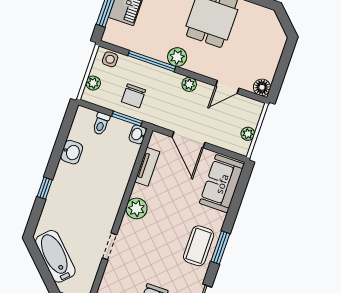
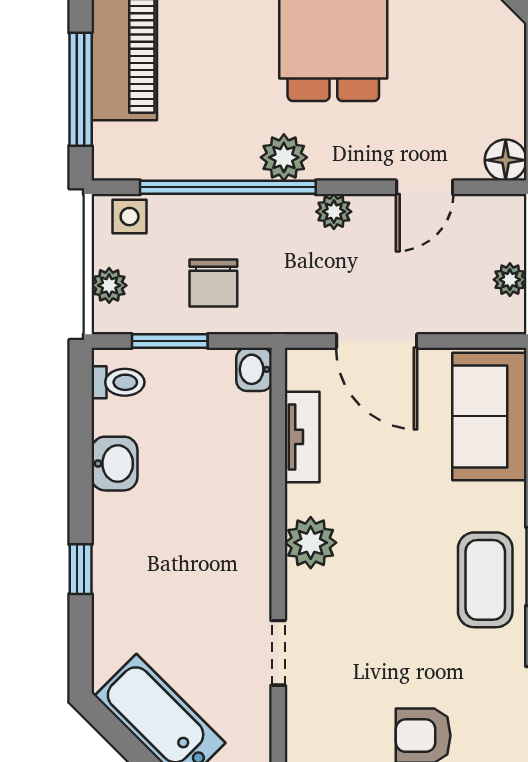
window: (152, 61) -> (228, 187), width x1.46
window: (127, 119) -> (170, 341), moved
toilet: (101, 124) -> (118, 382), moved, turned -90

